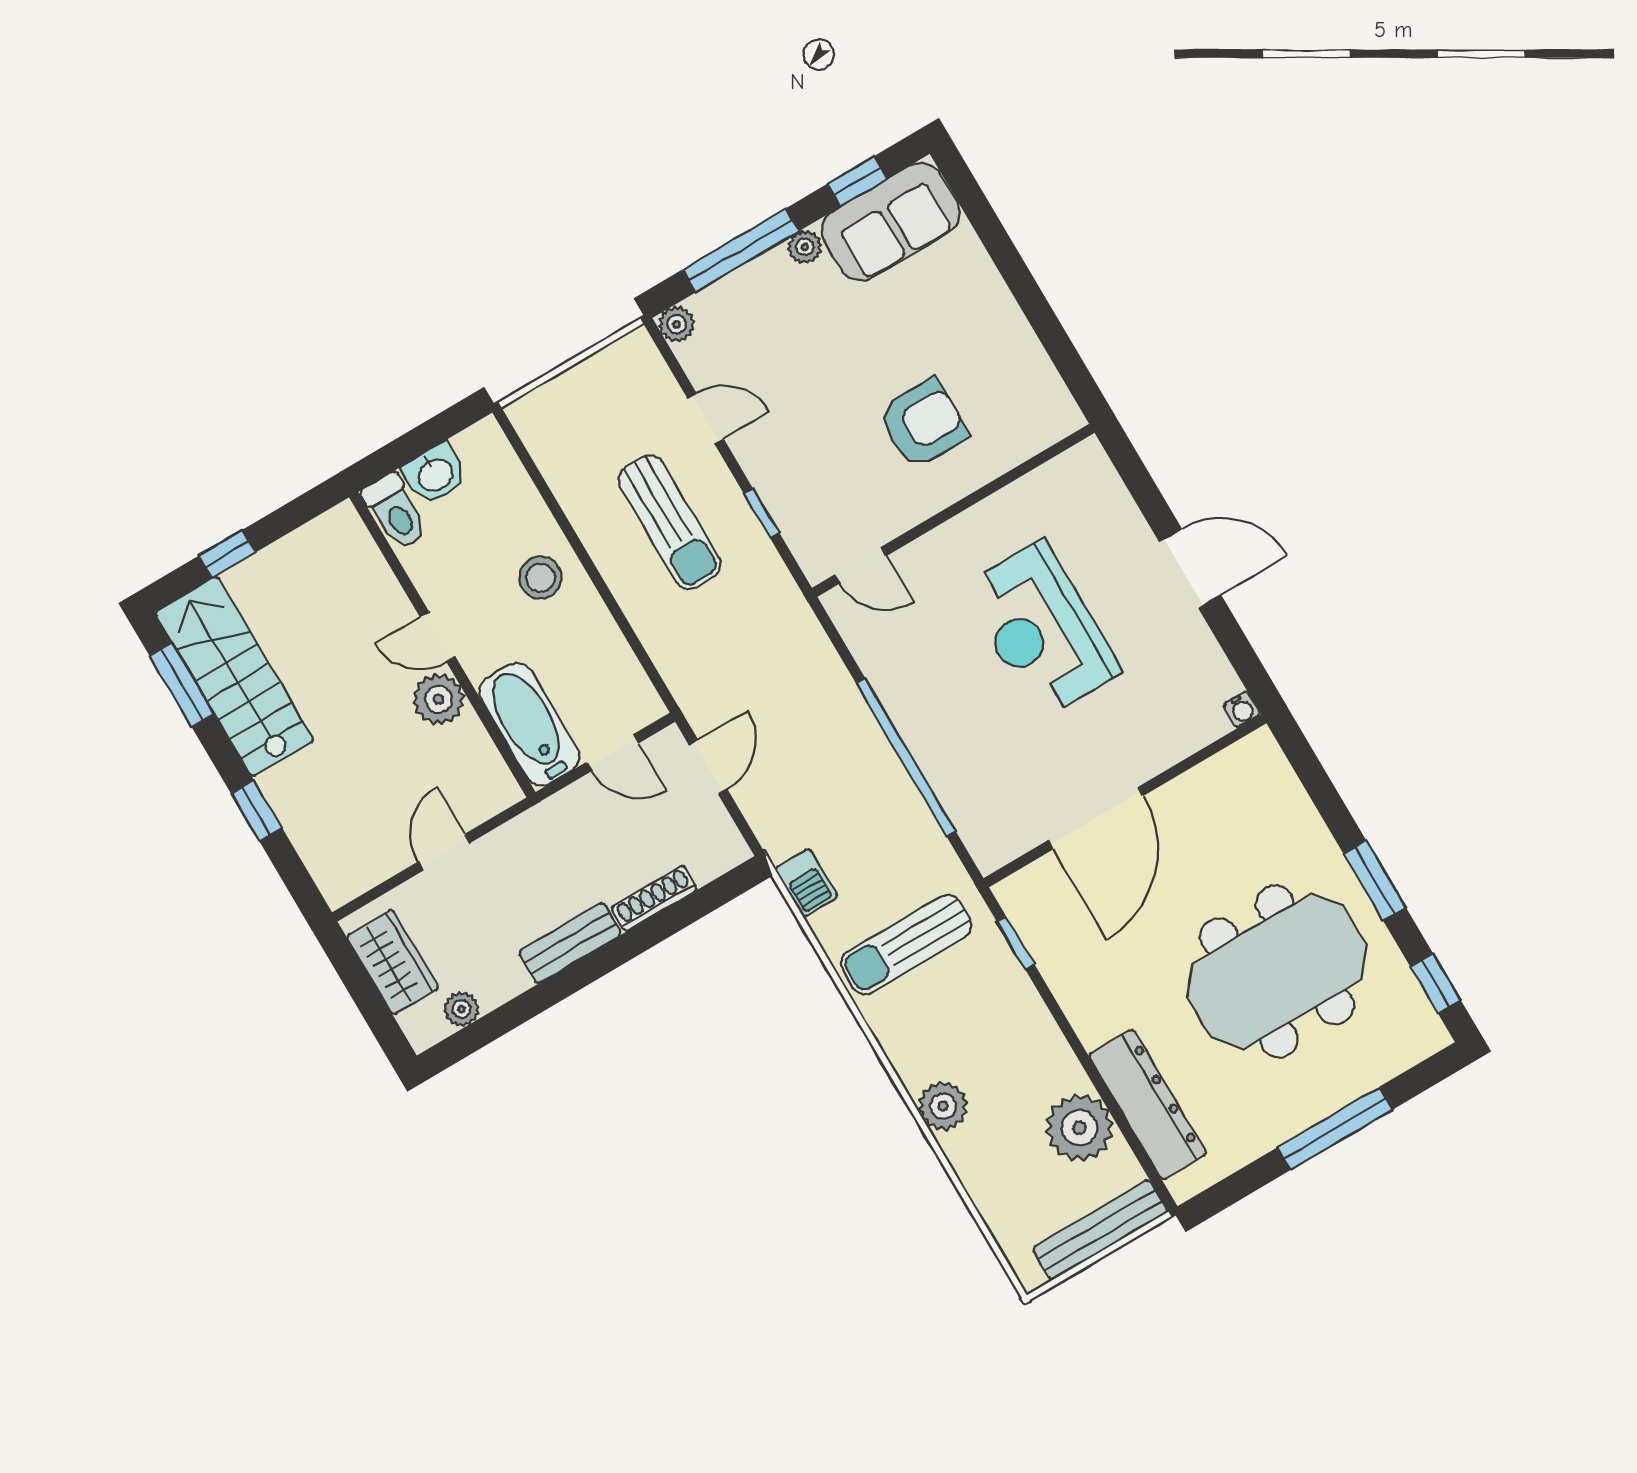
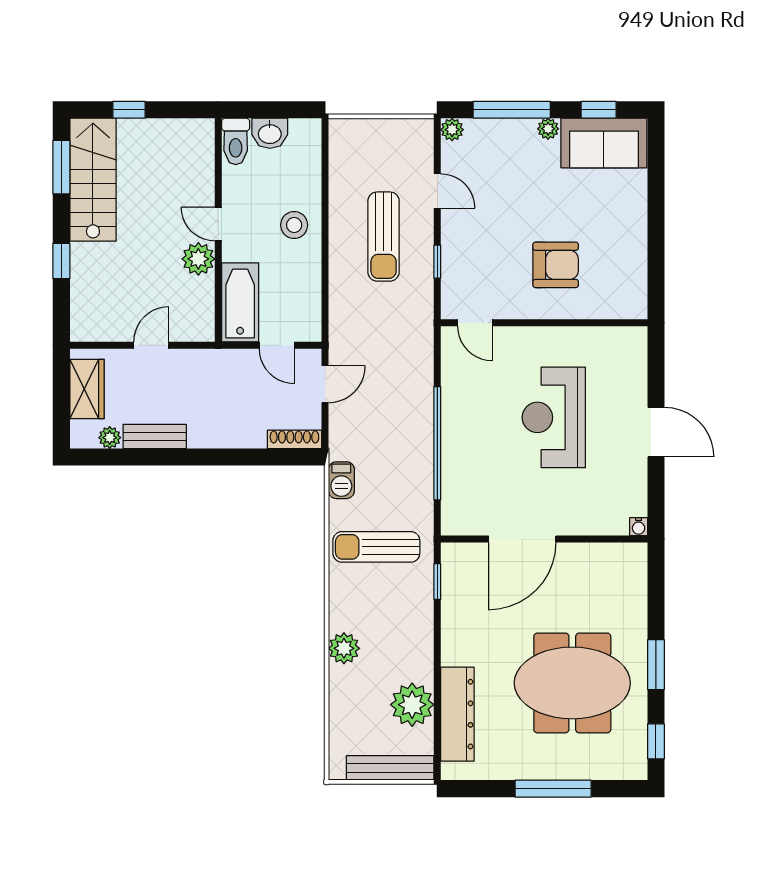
shoe rack: (654, 899) -> (294, 439), moved
bench: (570, 943) -> (155, 436), moved

